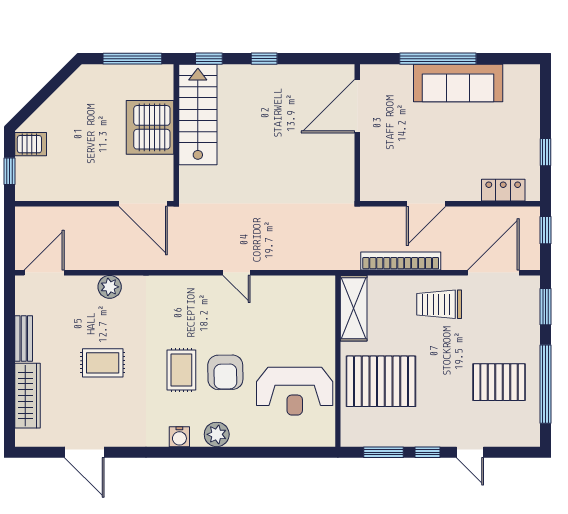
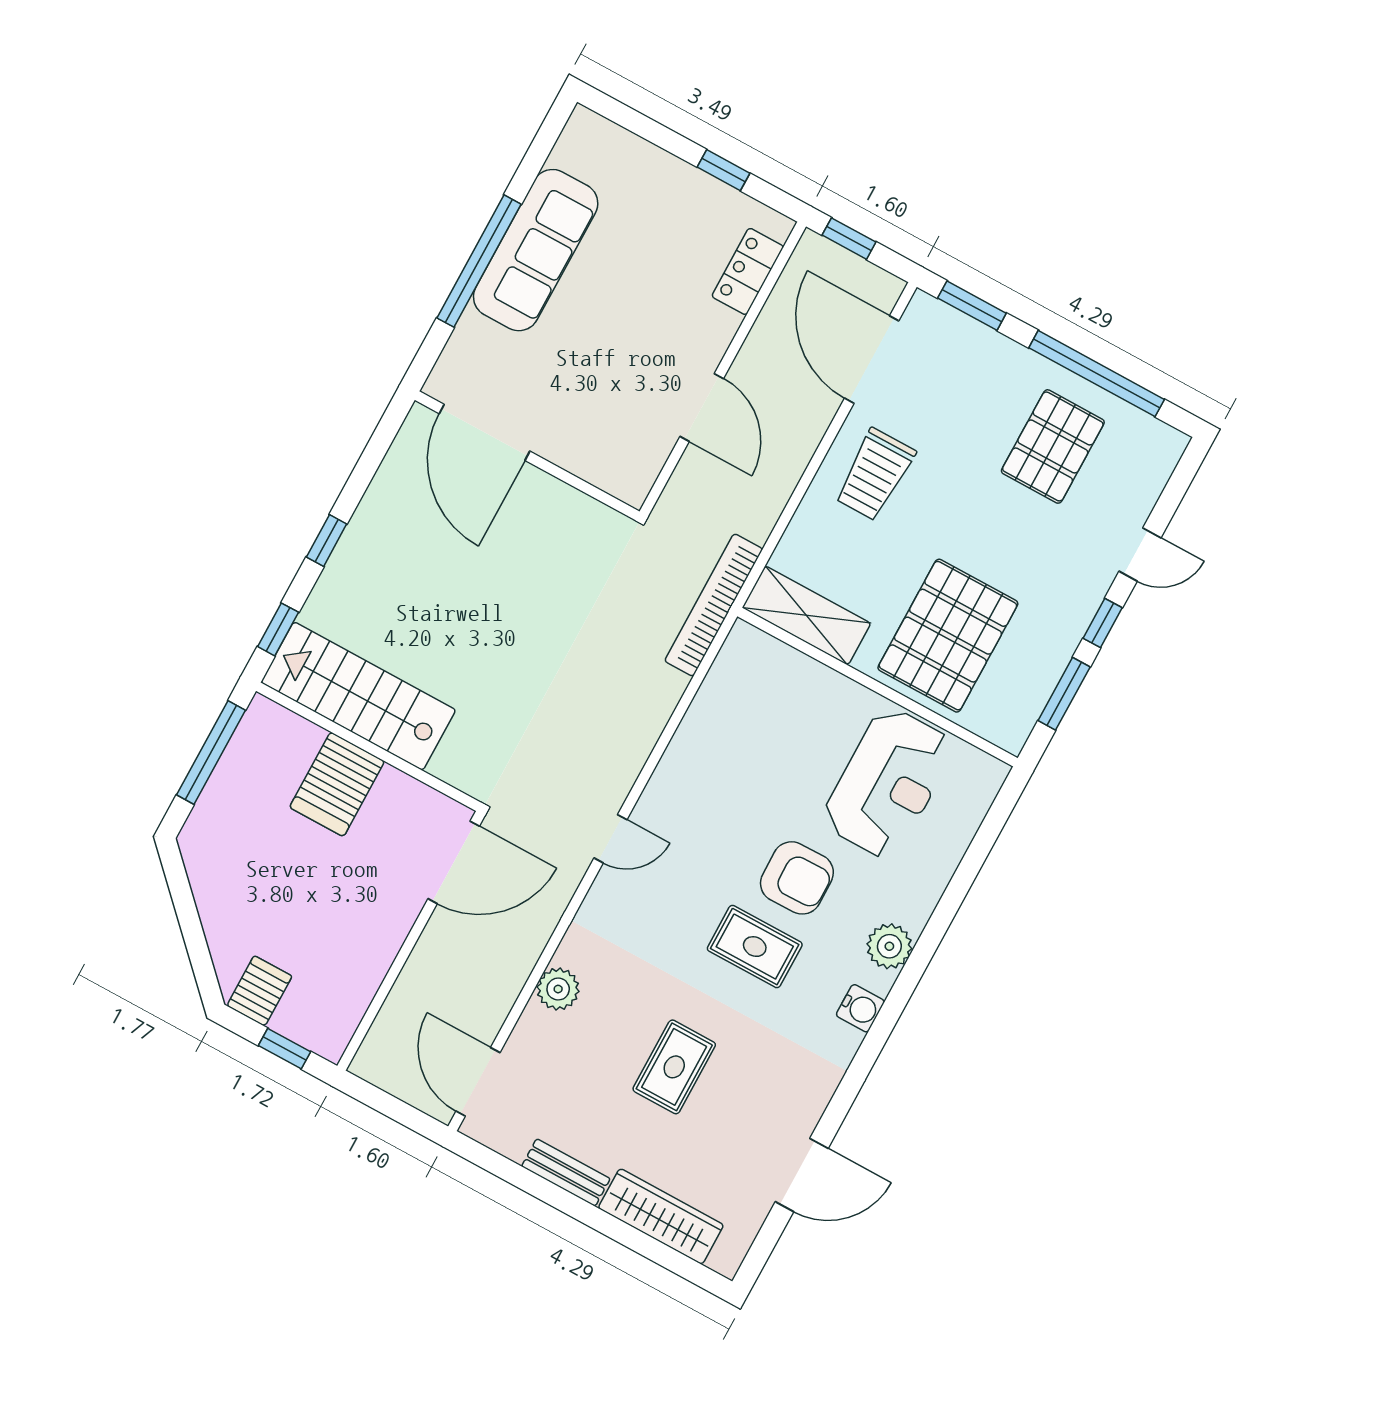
server rack: (150, 127) -> (337, 784), width x0.62
bookcase: (401, 261) -> (714, 605), moved
door: (237, 273) -> (610, 839), moved

